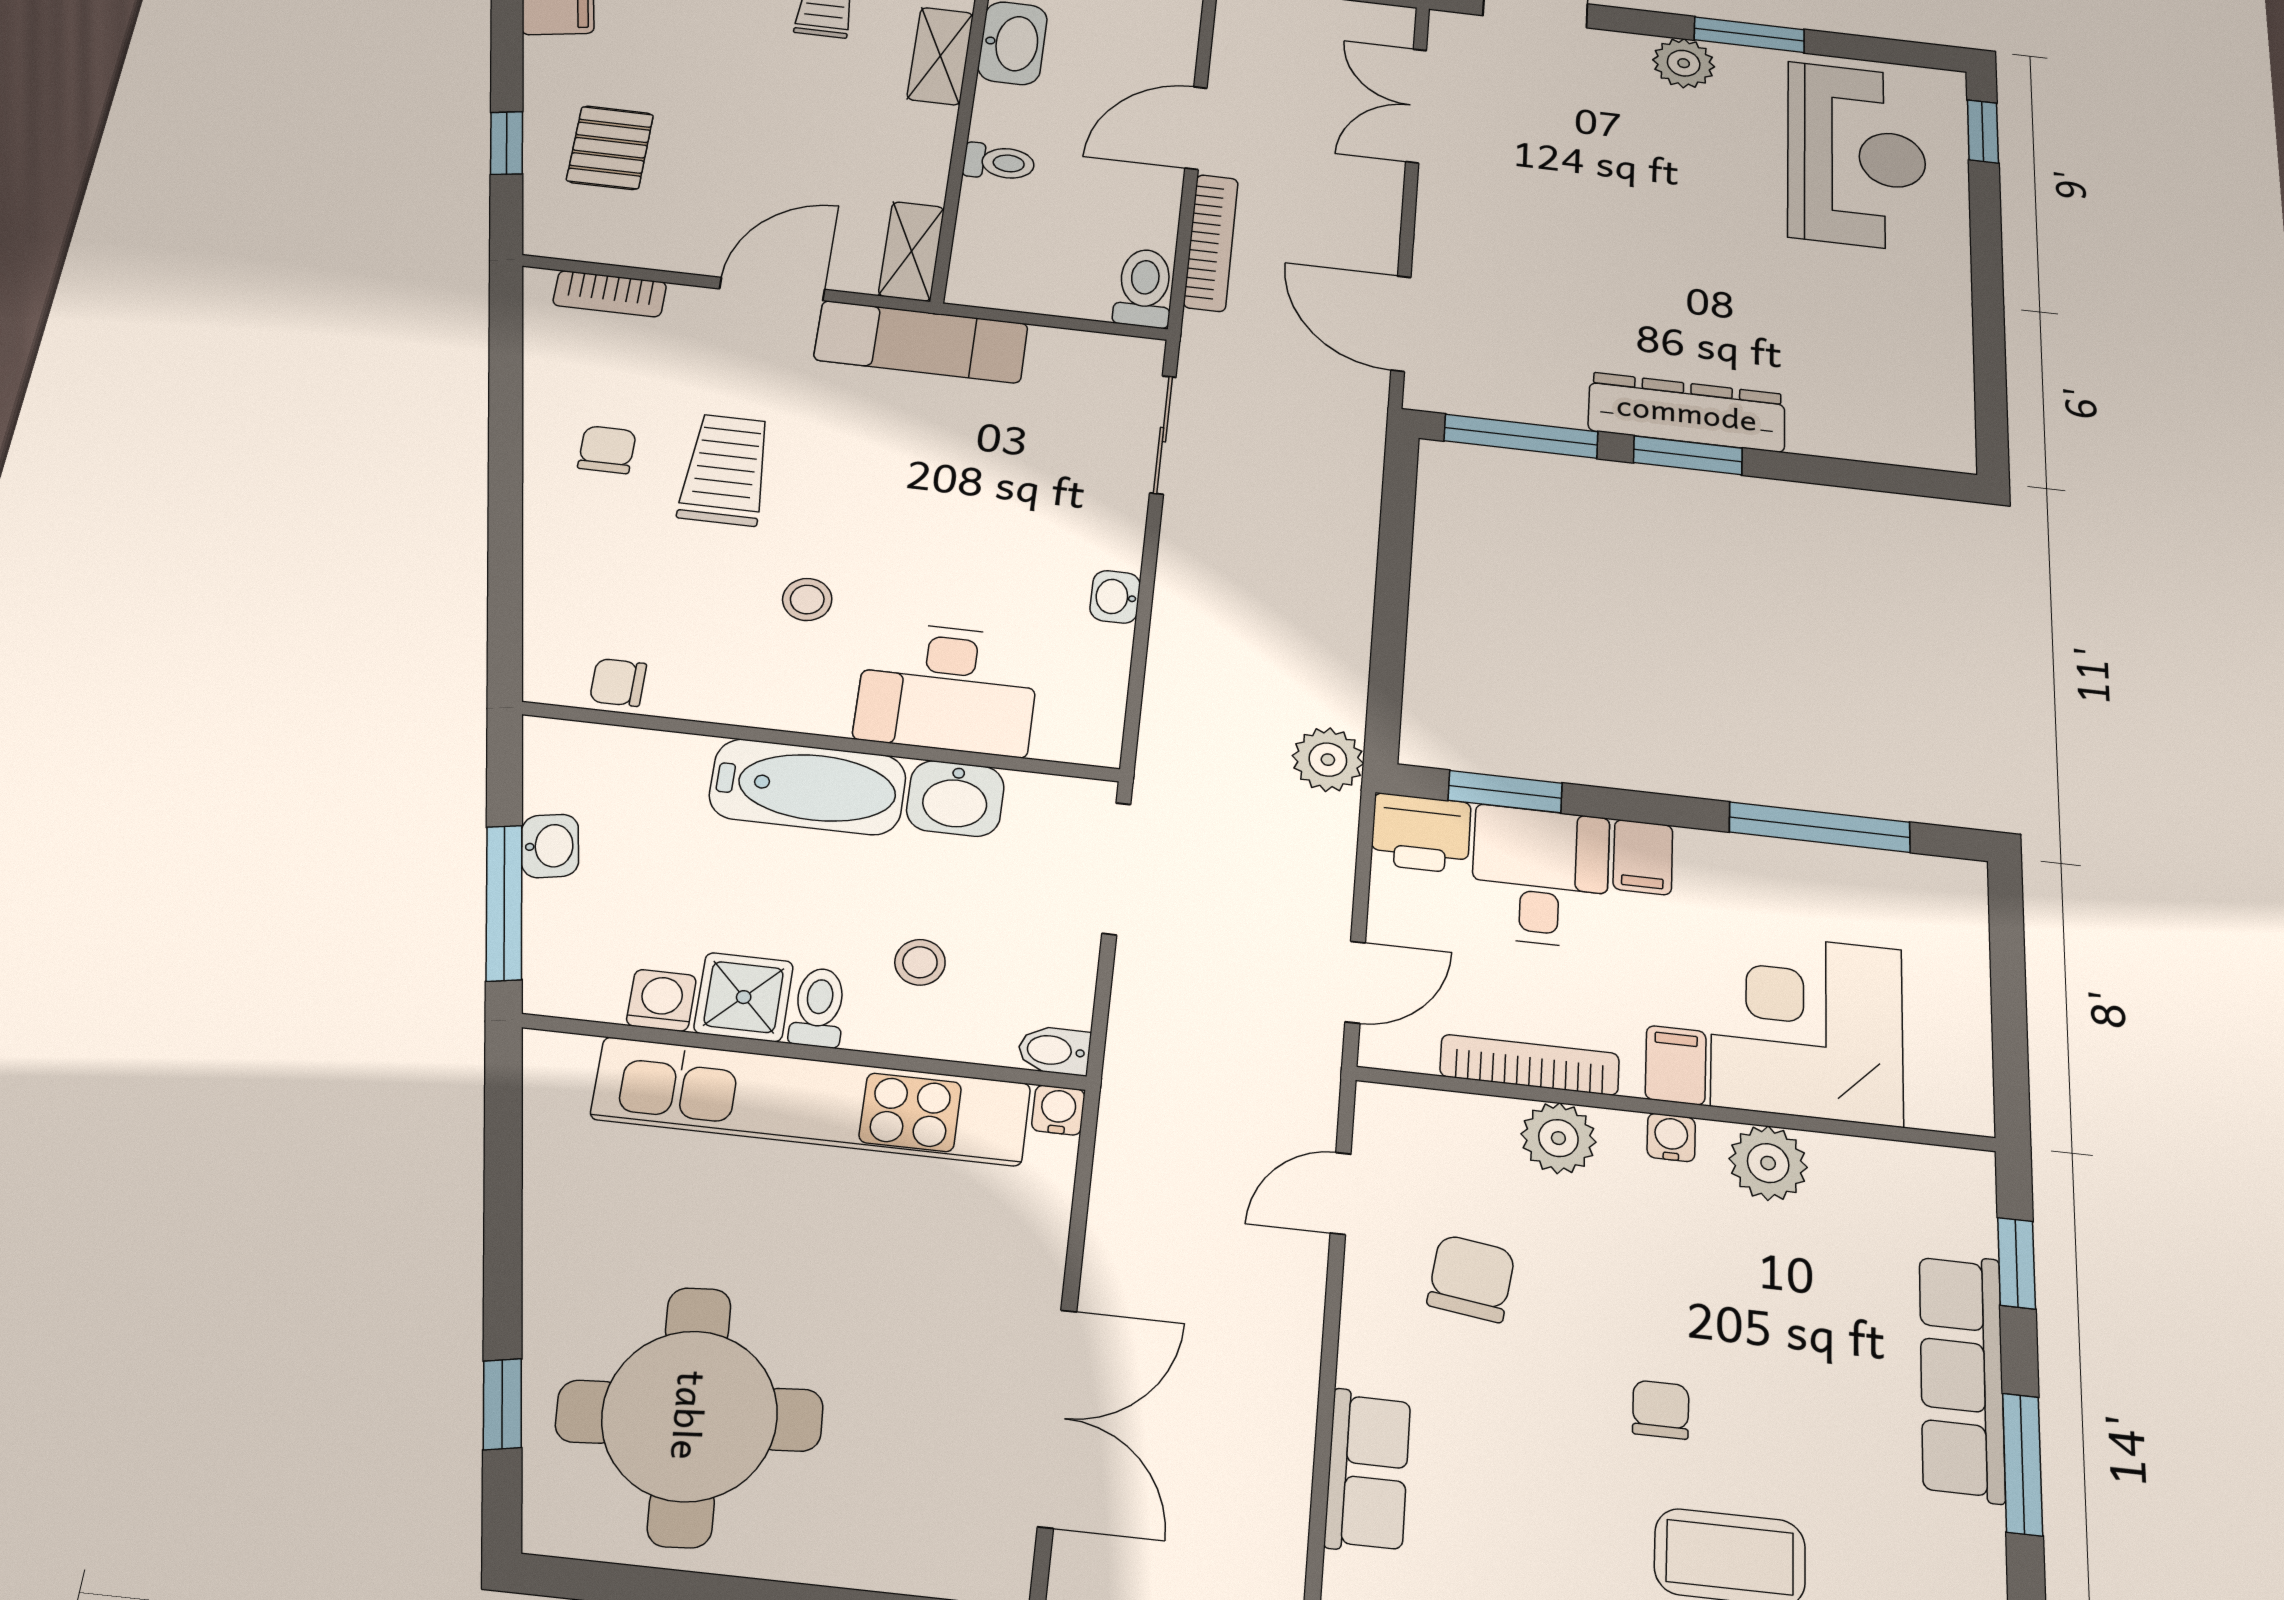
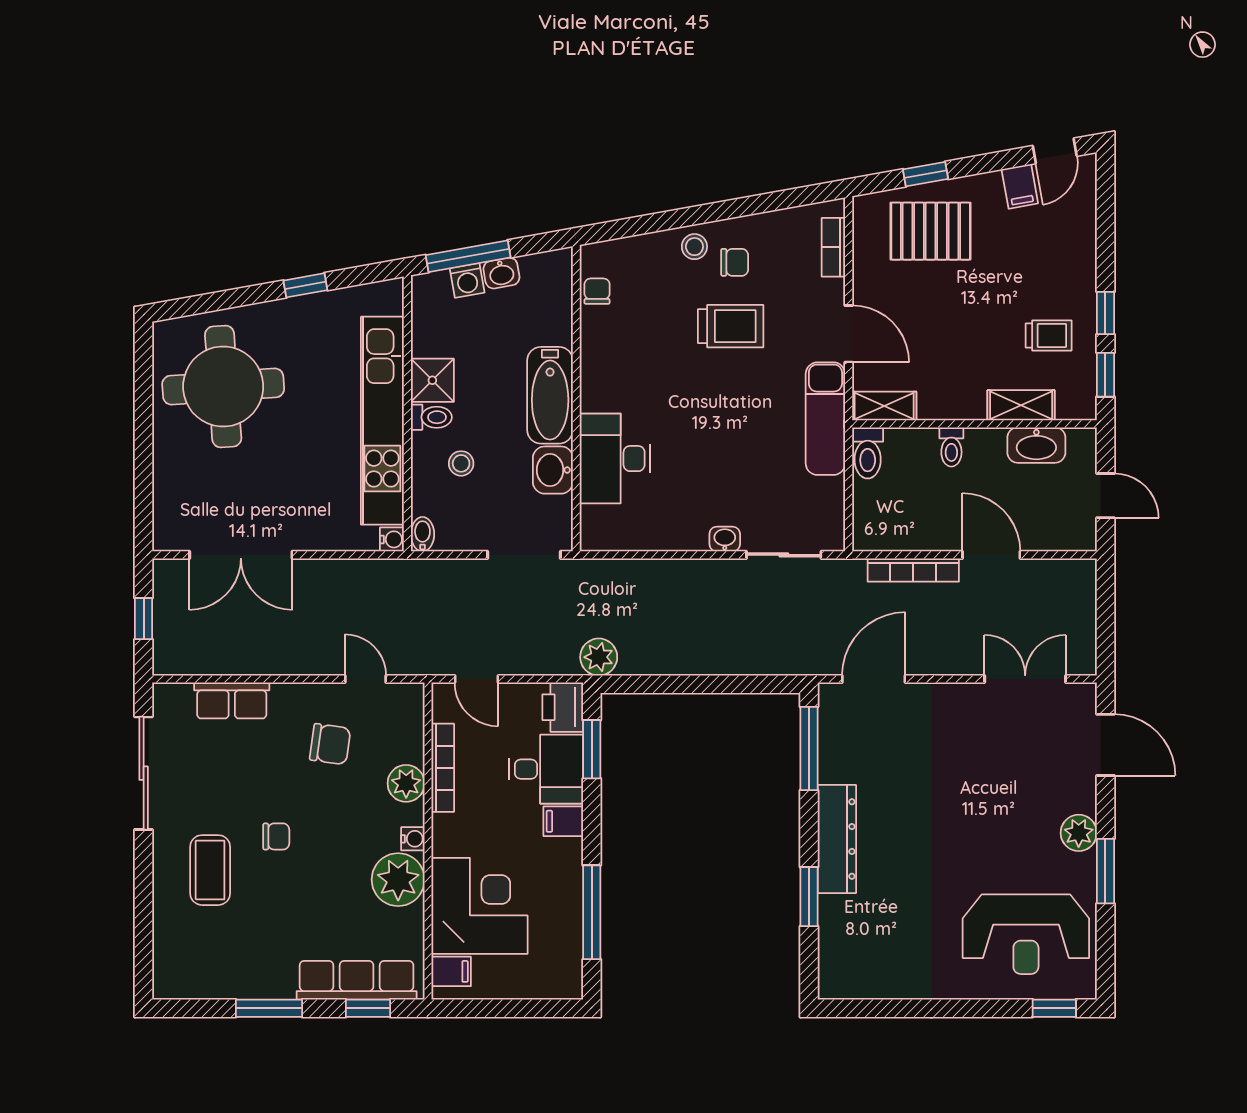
pallet: (610, 148) -> (931, 231), width x1.50, depth x1.42
toilet: (1144, 288) -> (868, 453), moved, turned 90
window: (1688, 455) -> (809, 897), moved
washbasin: (1115, 597) -> (725, 539), moved
stool: (807, 599) -> (694, 247), moved
washing machine: (661, 1000) -> (467, 280), moved, turned 80
filing cabinet: (1676, 1065) -> (451, 971), moved
plant: (1768, 1163) -> (398, 880), width x1.36, depth x1.36
row of seats: (1962, 1376) -> (357, 980), moved
window: (502, 1404) -> (305, 285), moved

